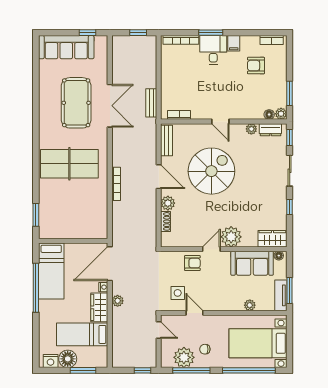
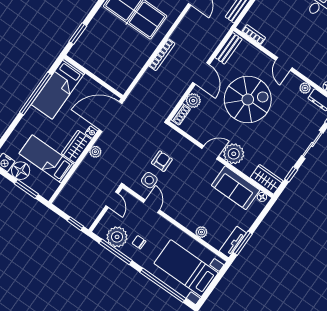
plant: (231, 237) -> (234, 154), moved
wardrobe: (272, 239) -> (267, 179), moved
door: (211, 249) -> (210, 152), moved
wall: (224, 249) -> (220, 160), moved
floor lamp: (279, 256) -> (262, 197), moved
armchair: (192, 263) -> (162, 161), moved, turned -91
sofa: (252, 263) -> (236, 188), moved

